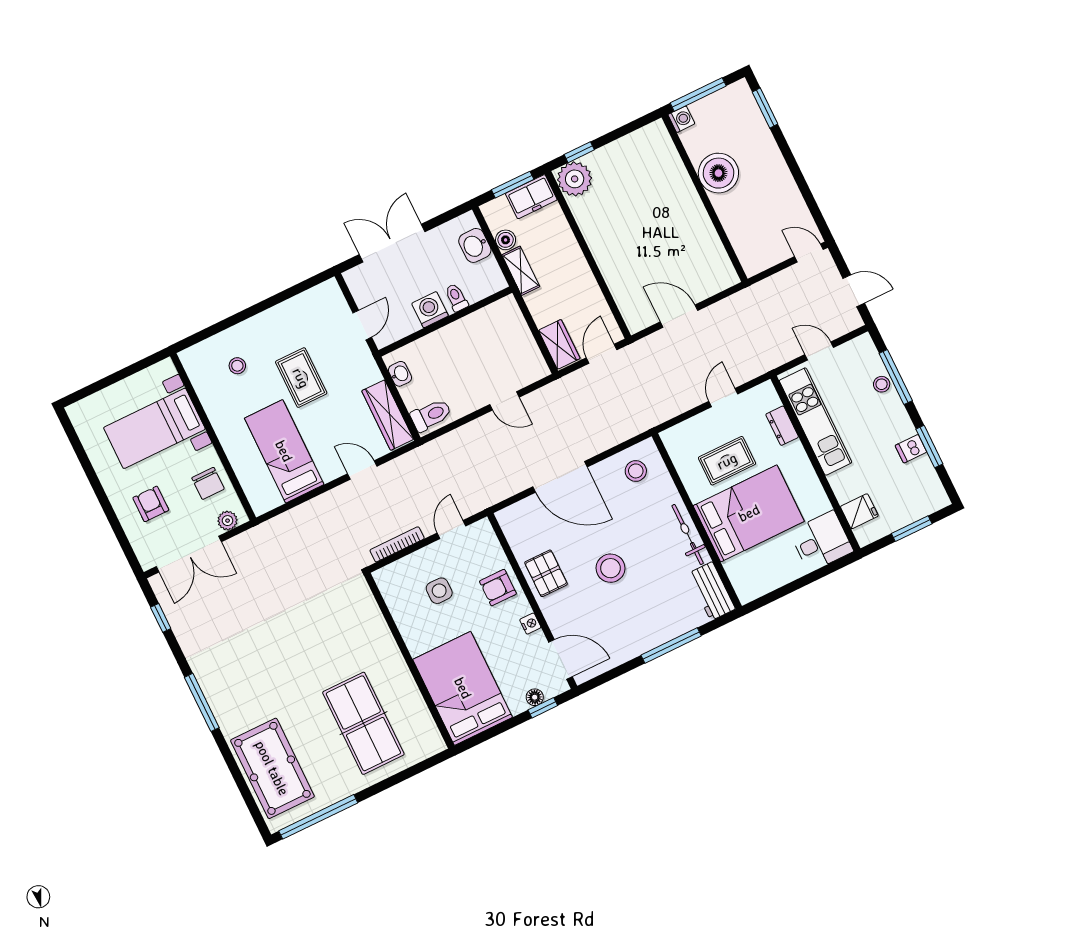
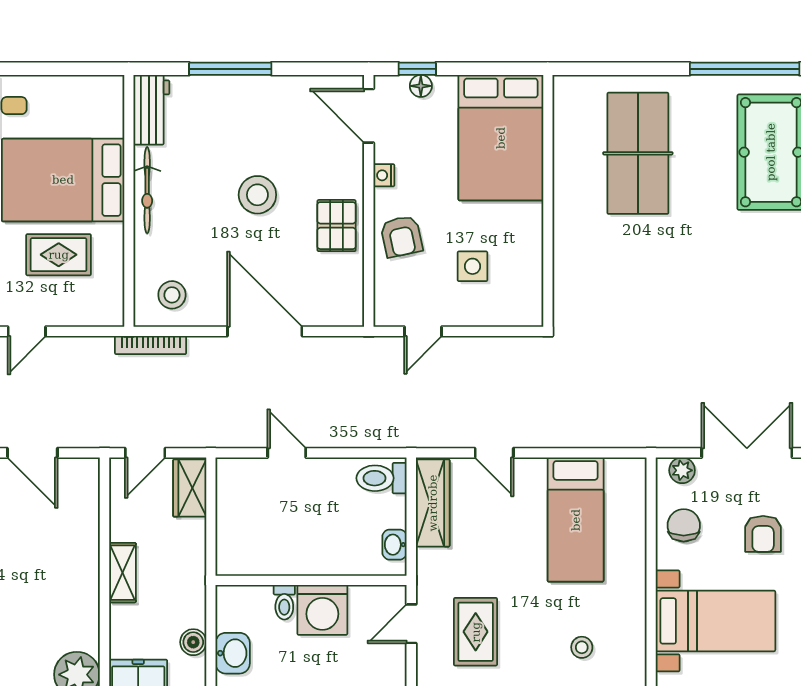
shelving: (521, 271) -> (122, 573), moved
washing machine: (430, 310) -> (322, 610), width x1.37, depth x1.37
rug: (301, 378) -> (476, 632), moved
bookcase: (397, 544) -> (151, 345), moved
armchair: (498, 588) -> (401, 236), turned 78

